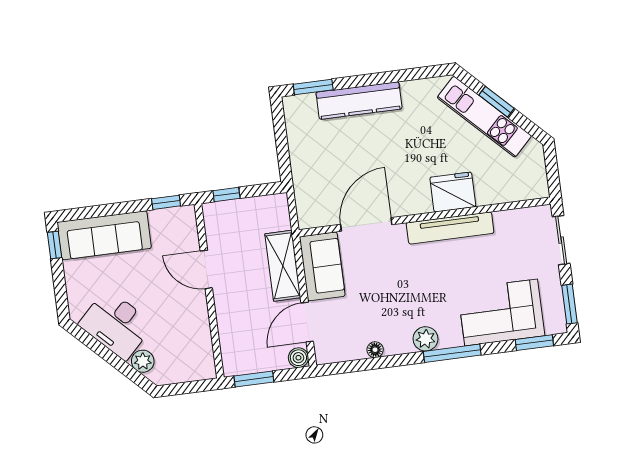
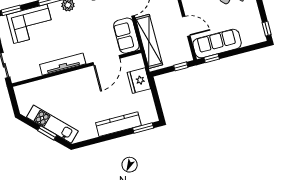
fridge: (453, 192) -> (139, 81), moved, turned 90
sofa: (104, 235) -> (217, 44), moved
shelving: (283, 266) -> (149, 41), width x1.47

